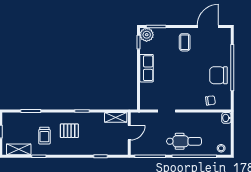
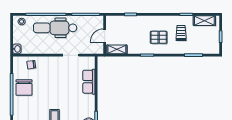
row of seats: (147, 68) -> (89, 82), moved
chair: (218, 75) -> (24, 87), turned 90
dental chair: (184, 141) -> (55, 28), width x1.36, depth x1.38

